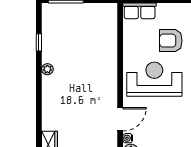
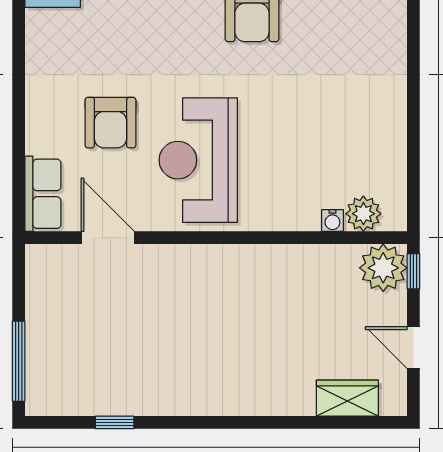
plant: (47, 69) -> (176, 403), removed
door: (120, 119) -> (108, 238), moved

